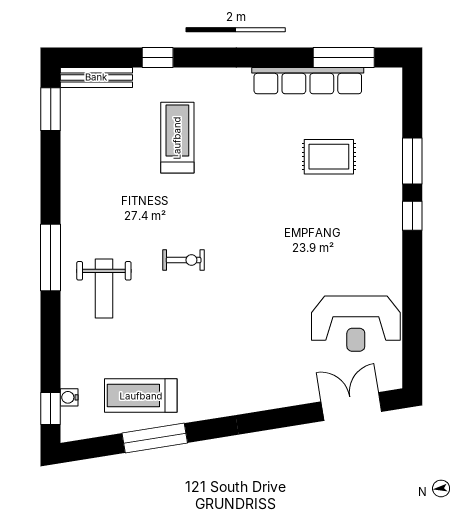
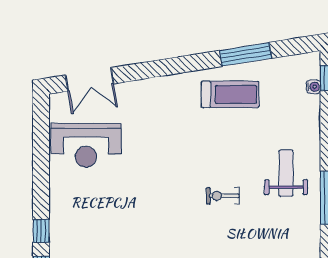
reception desk: (356, 324) -> (86, 145), turned 180
treadmill: (141, 396) -> (230, 94), moved

